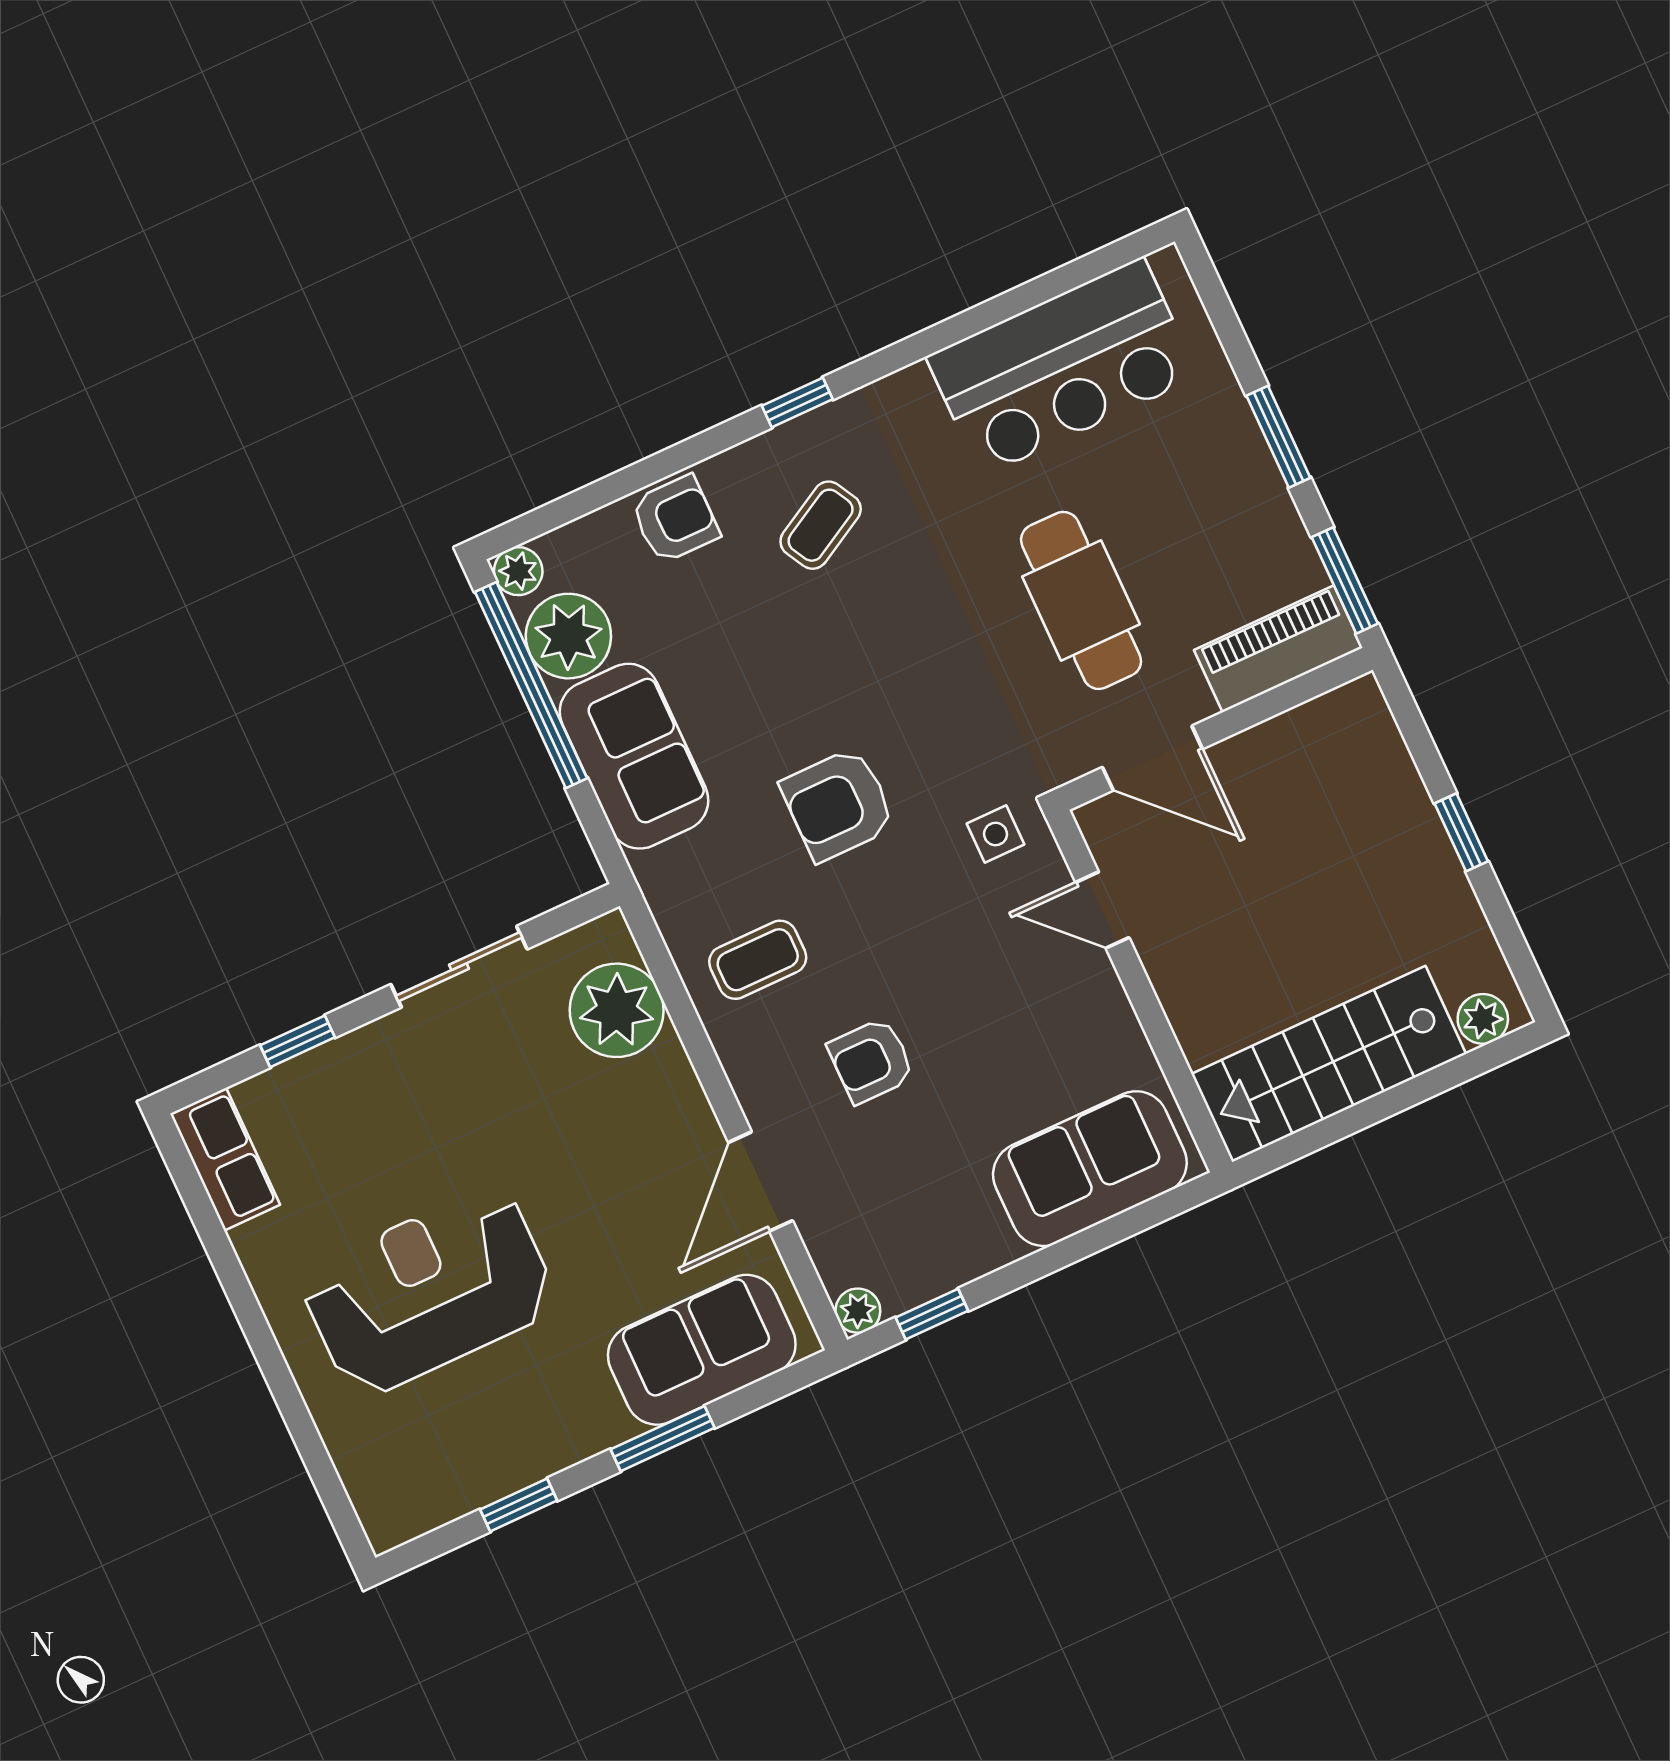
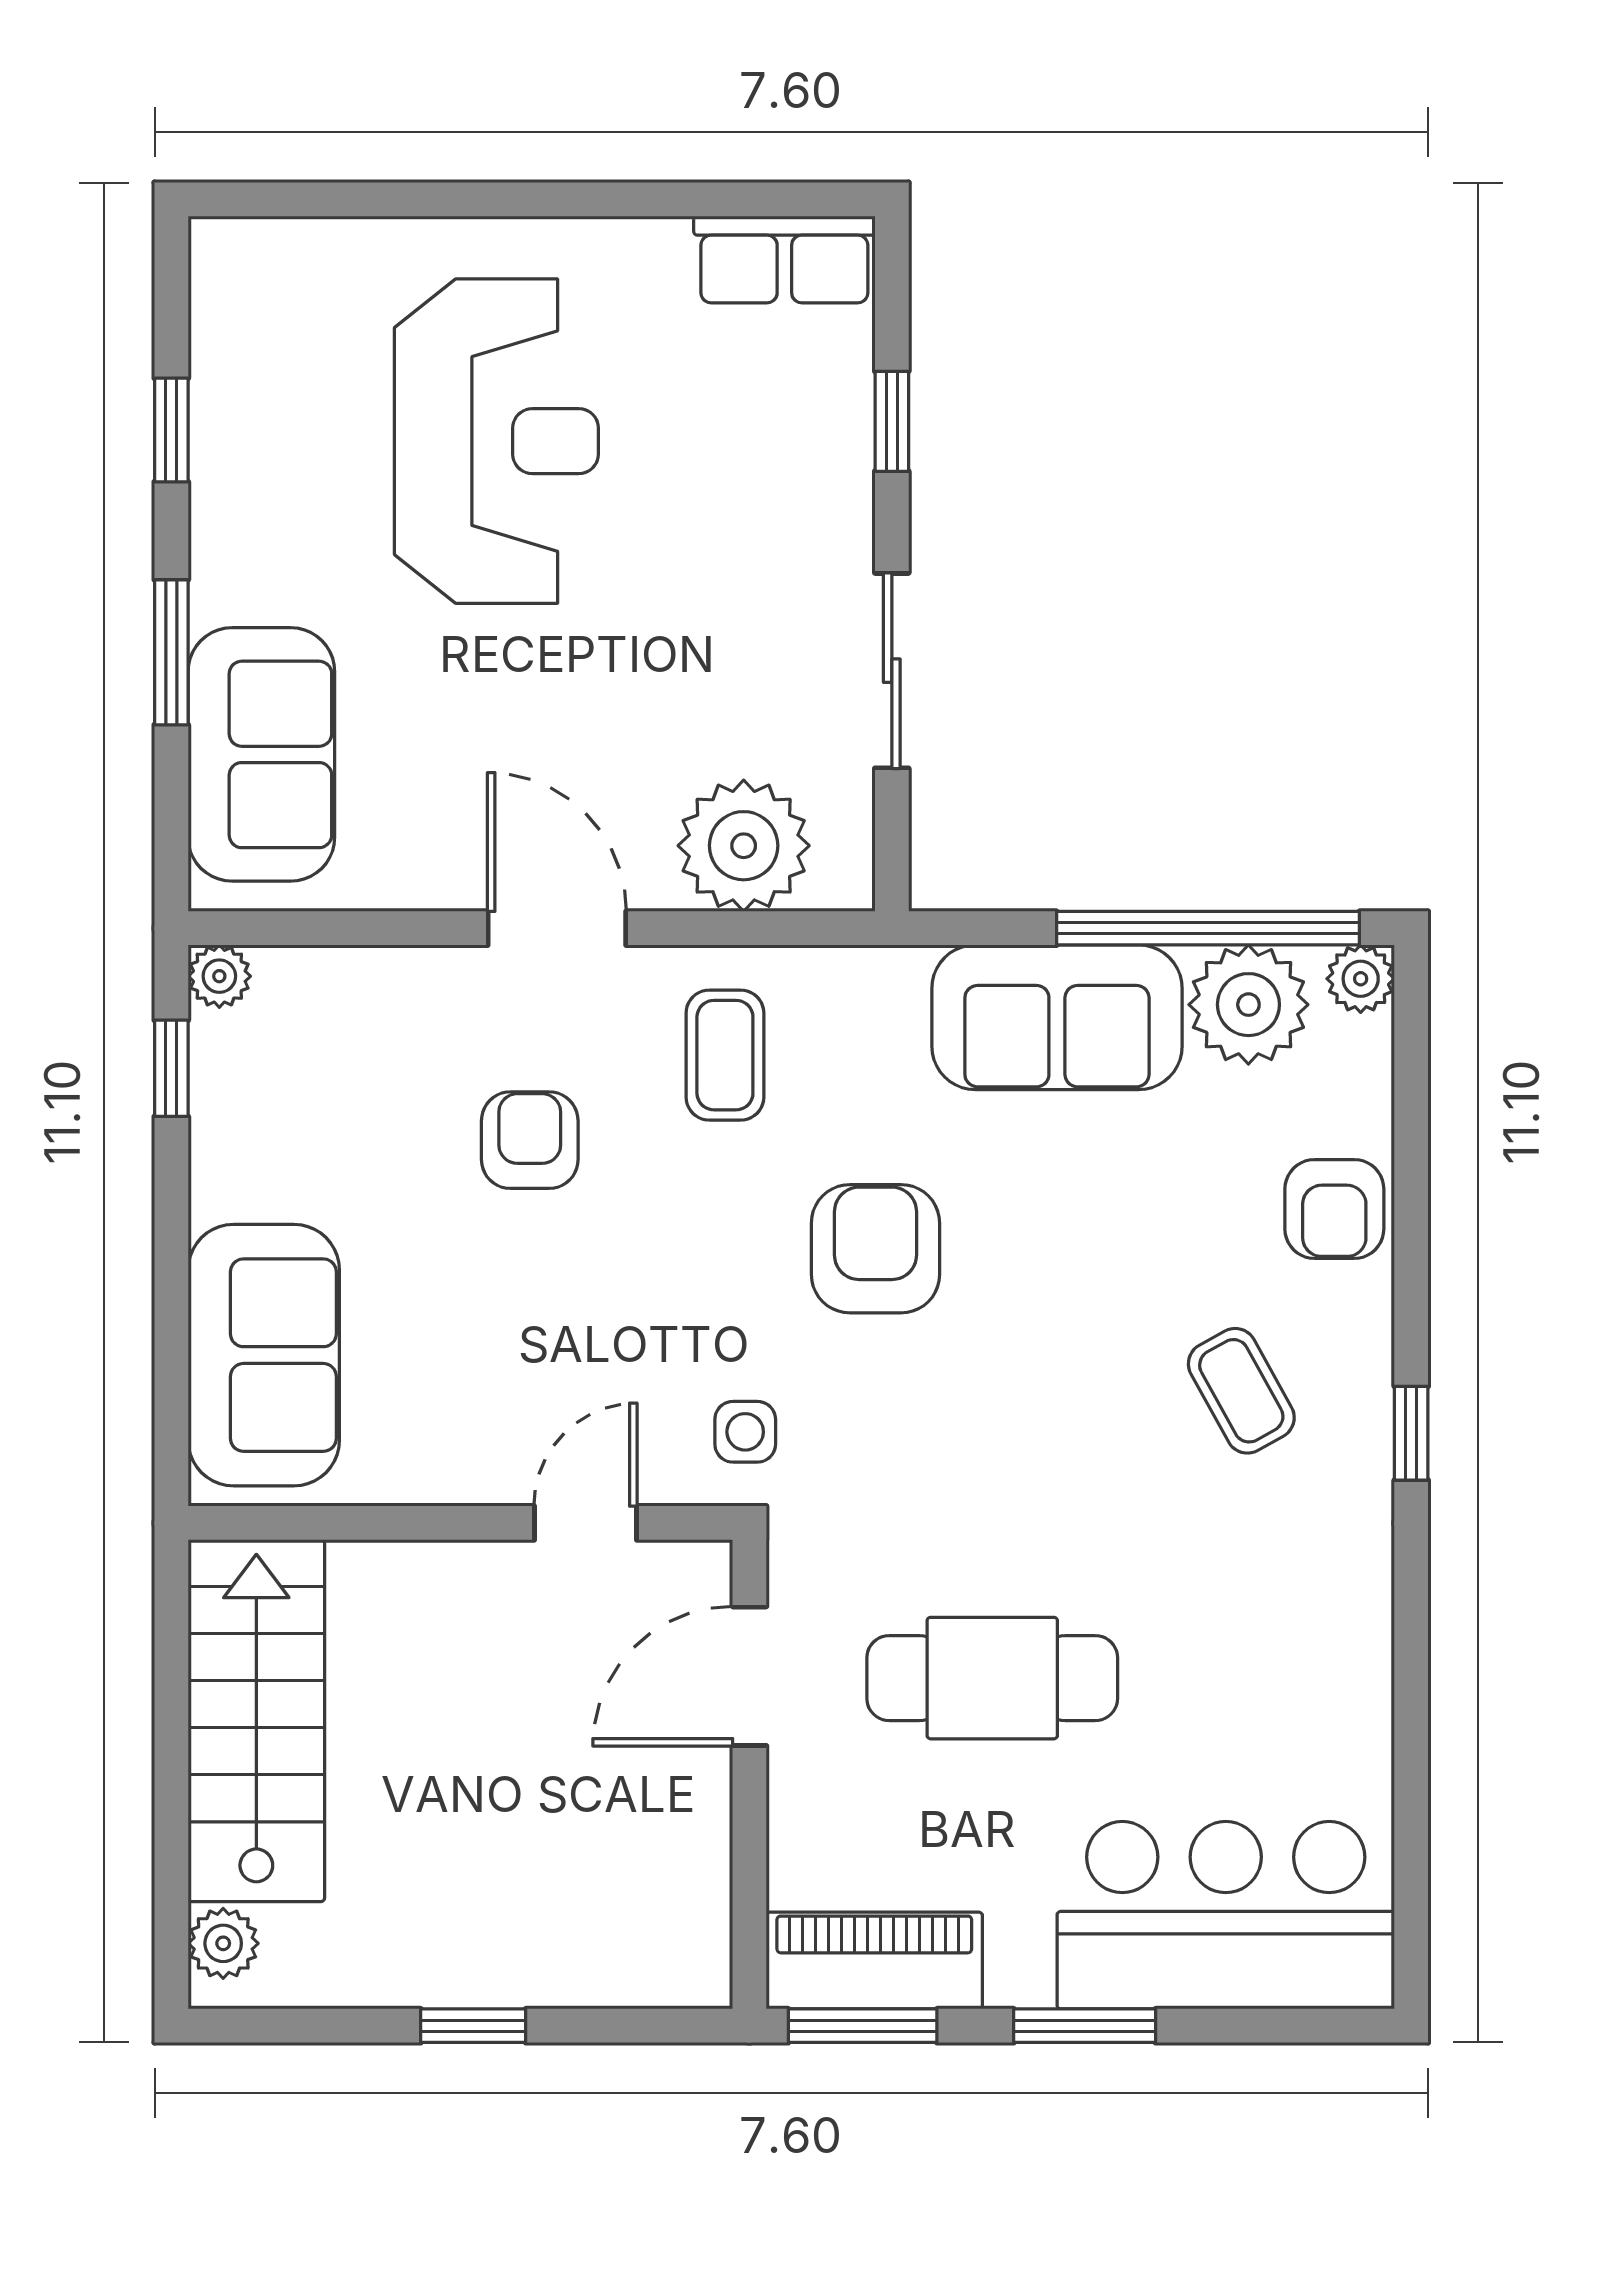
bar counter: (1062, 367) -> (1226, 1915), moved, turned 90
piano: (1278, 649) -> (874, 1961), moved, turned -90
door: (760, 1181) -> (557, 928), moved

